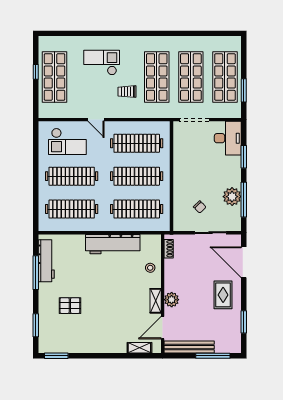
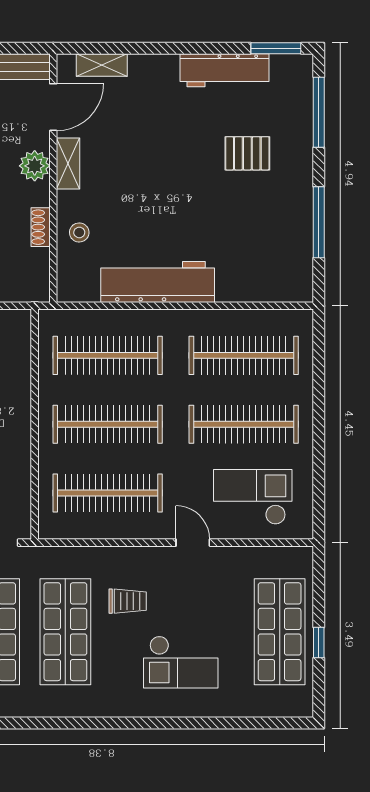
shoe rack: (169, 249) -> (41, 227), moved
workbench: (46, 261) -> (224, 70), moved, turned -90
window: (36, 325) -> (319, 112), width x1.44

